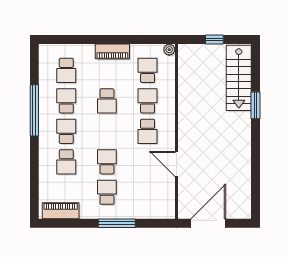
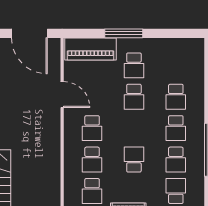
school desk: (148, 131) -> (92, 128), turned 180
school desk: (66, 162) -> (176, 97), turned 180
piano: (61, 211) -> (91, 49), moved, width x1.37, depth x1.33
door: (208, 223) -> (29, 33), hinge flipped

